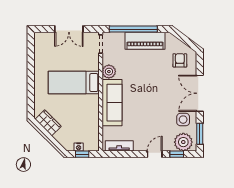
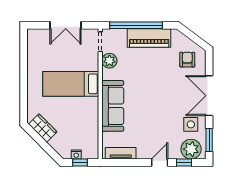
plant: (109, 72) -> (109, 61), moved

